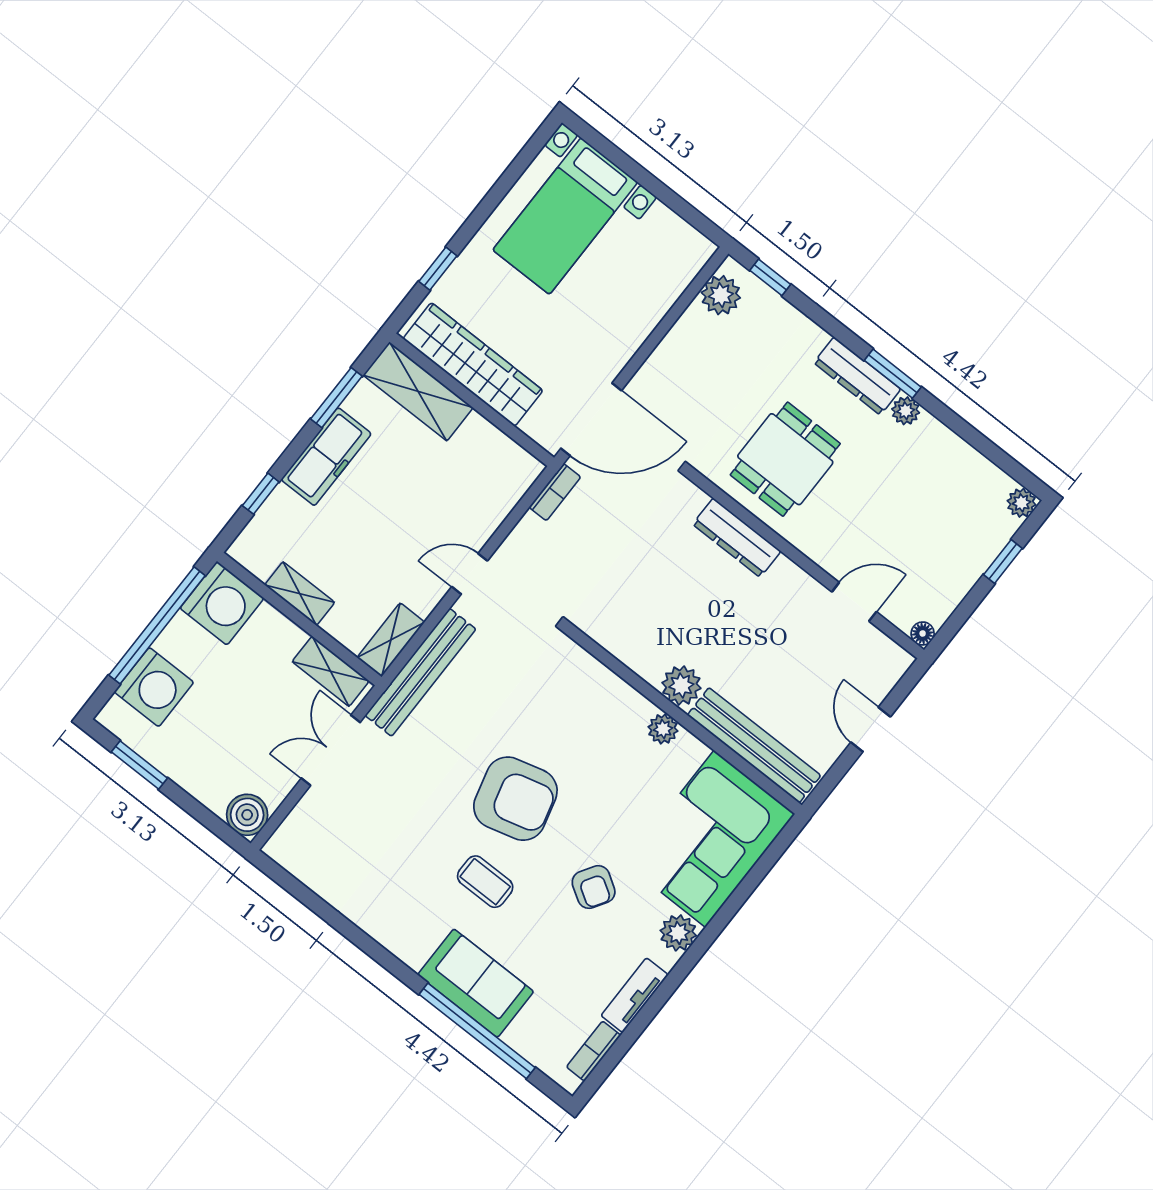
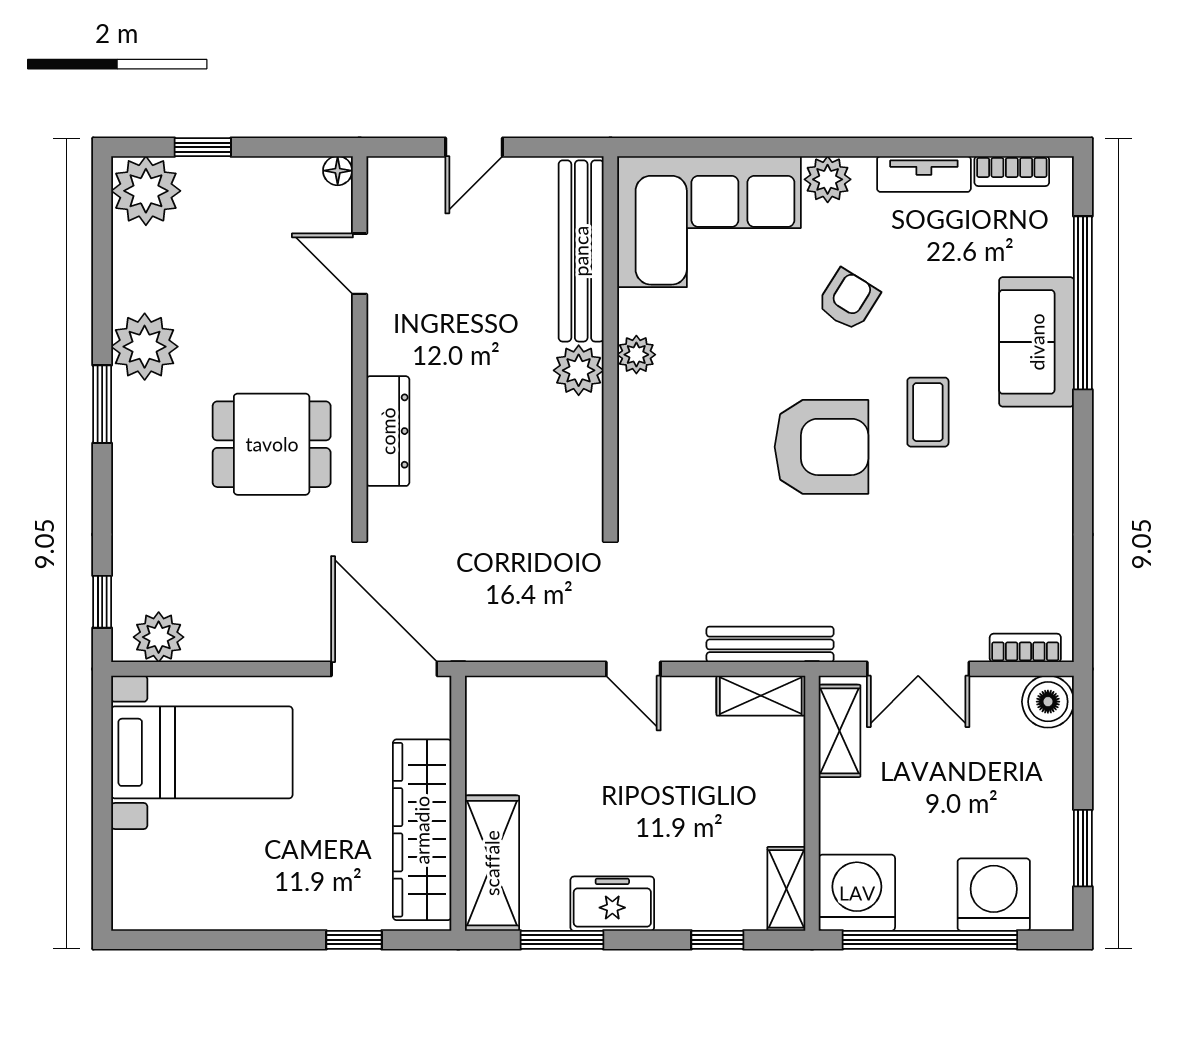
bed with nightstands: (565, 216) -> (202, 752), moved
dresser: (857, 376) -> (132, 438), removed
plant: (906, 411) -> (145, 347), width x1.87, depth x1.87
freezer: (326, 457) -> (612, 904), width x0.71
bookcase: (555, 492) -> (1025, 648), moved
plant: (1022, 503) -> (146, 191), width x1.88, depth x1.88
shelving: (300, 594) -> (786, 889), moved
bench: (421, 672) -> (770, 644), width x0.73, depth x0.82
armchair: (515, 799) -> (821, 447), turned 105

